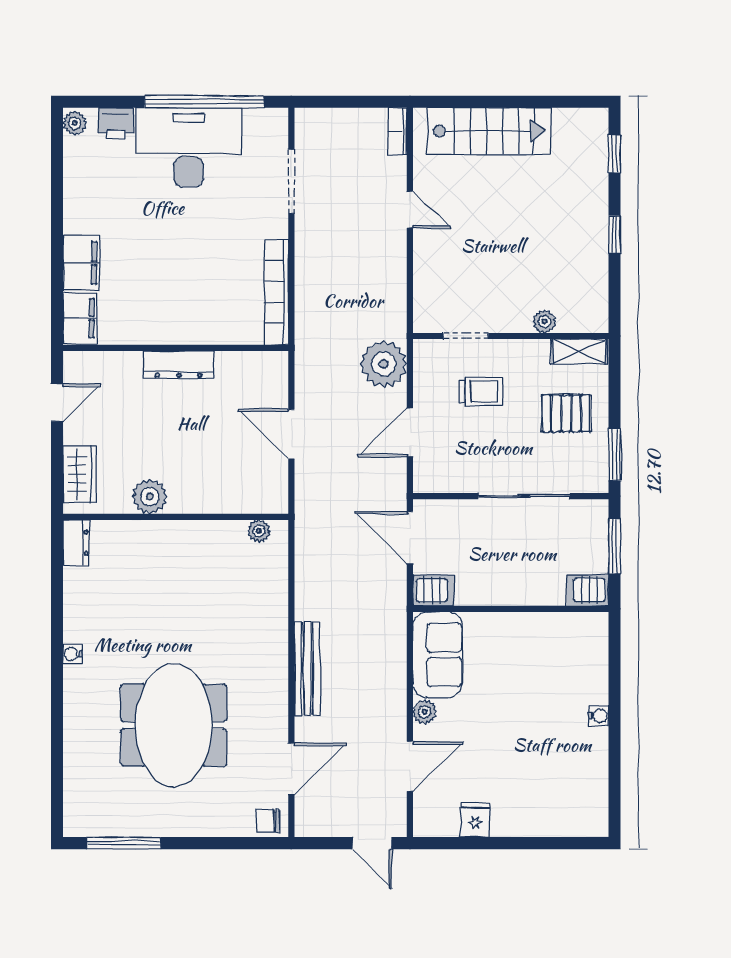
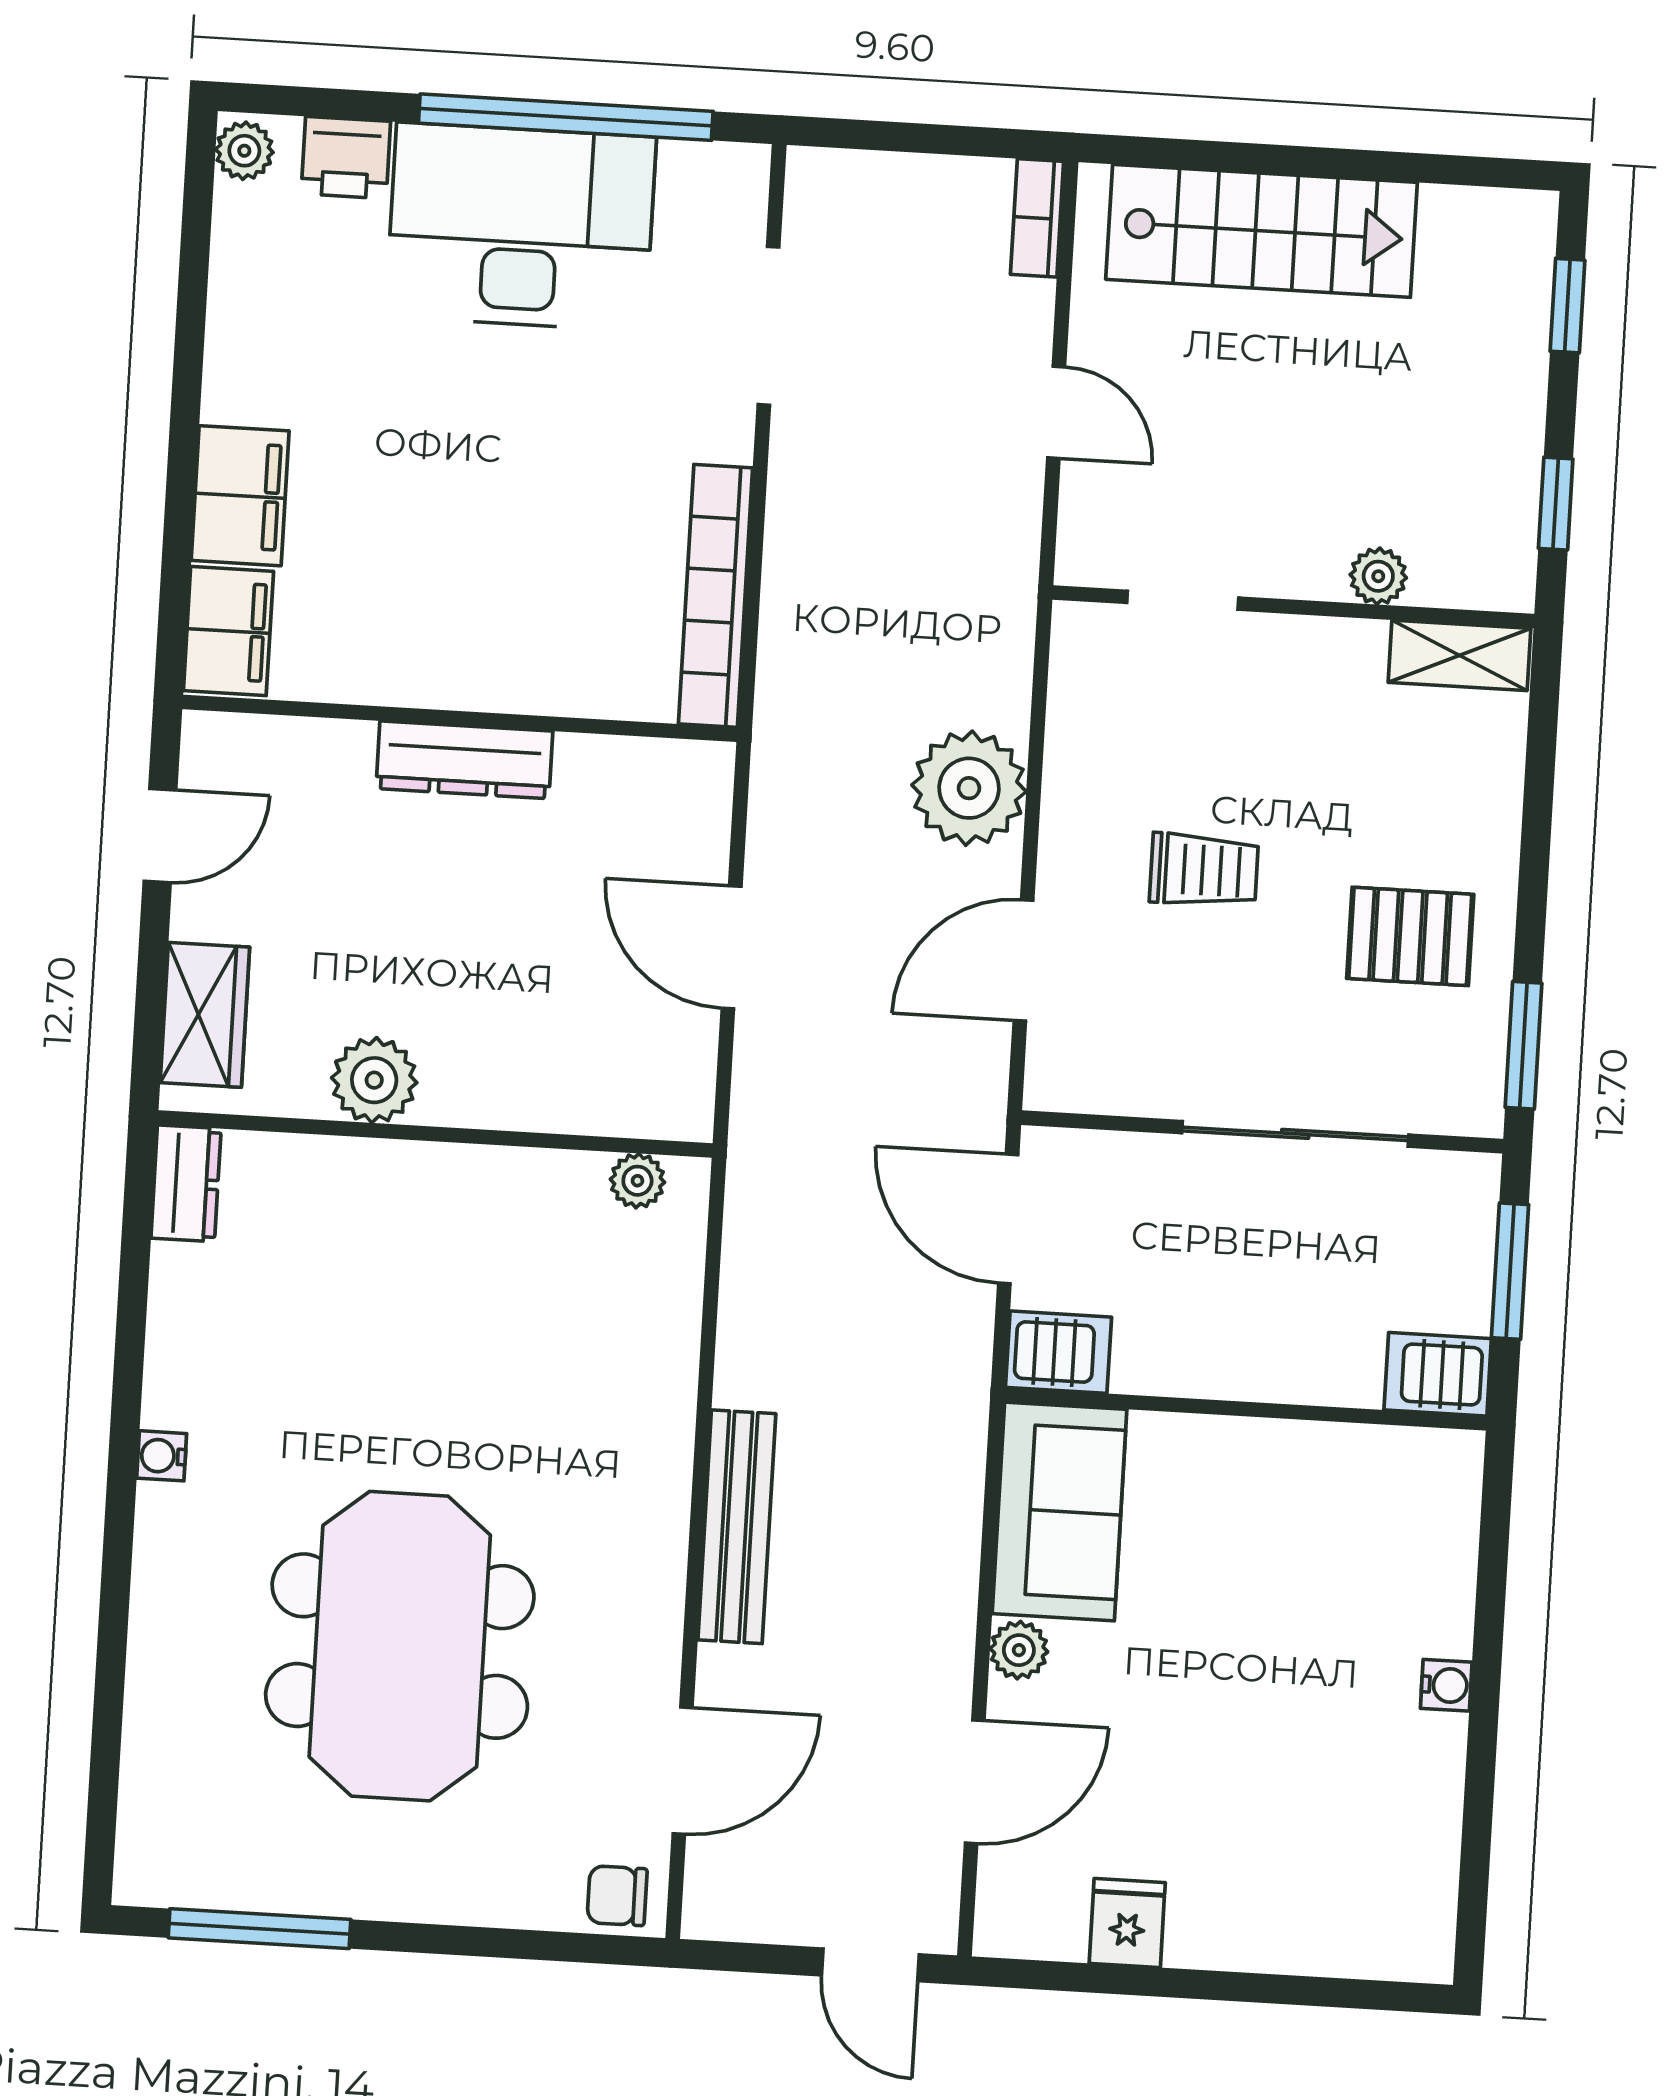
plant: (544, 322) -> (1378, 576), moved
doorway: (466, 336) -> (1183, 600), moved
wall: (511, 336) -> (1293, 607), moved
shelving: (579, 352) -> (1459, 655), moved

